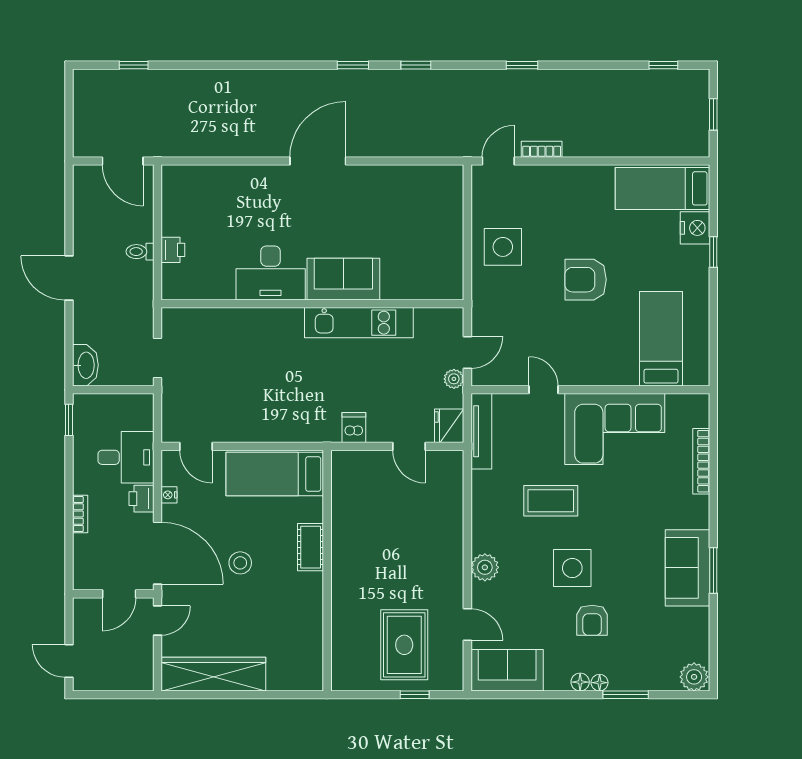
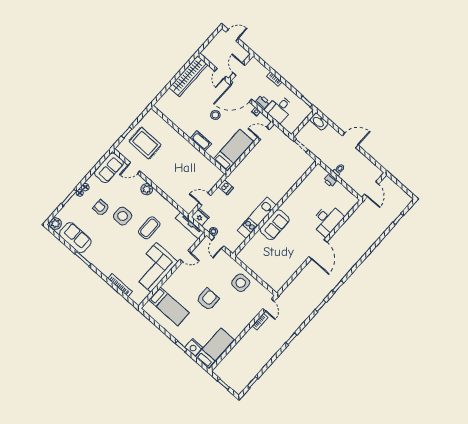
door: (123, 161) -> (372, 189), swing flipped
desk: (271, 273) -> (327, 220), moved, turned 180
sofa: (688, 568) -> (75, 238), moved

